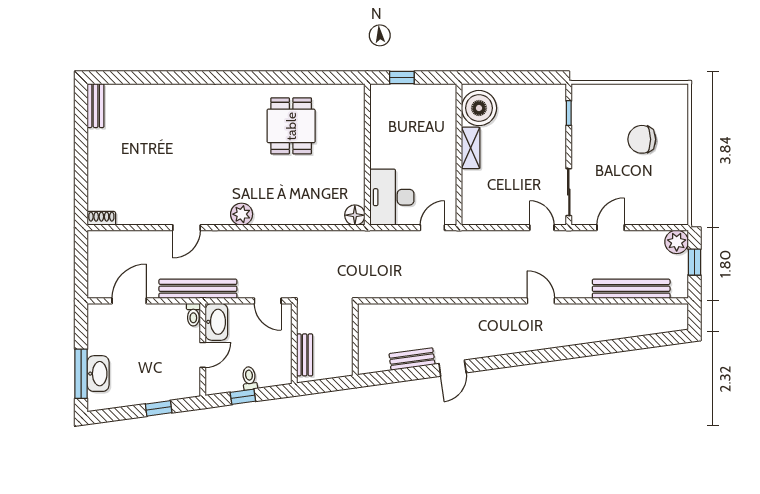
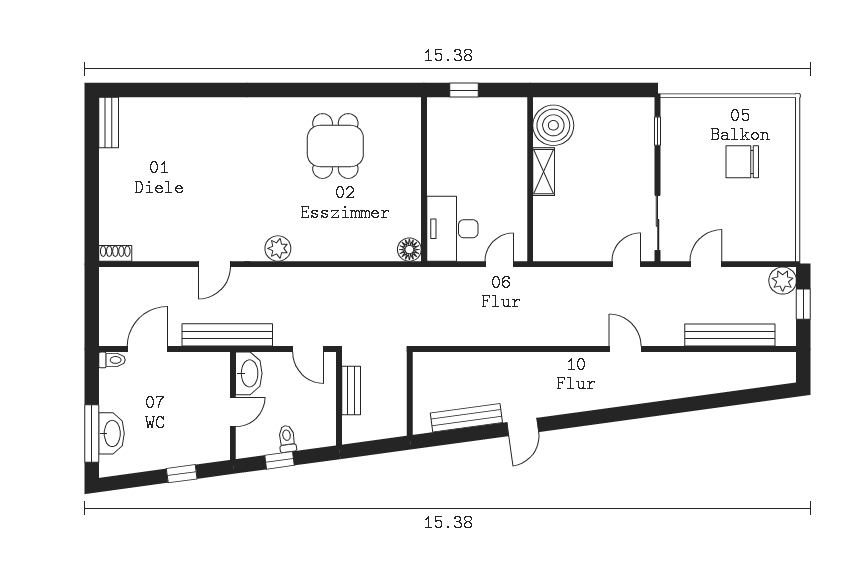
door: (542, 228) -> (626, 264), hinge flipped
toilet: (193, 315) -> (112, 360), moved, turned -90
bench: (305, 355) -> (351, 391), moved
bench: (412, 359) -> (466, 418), width x1.36

